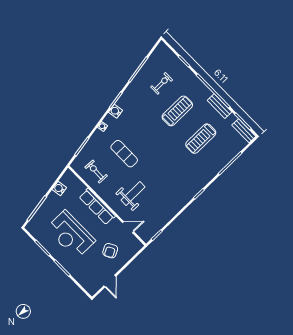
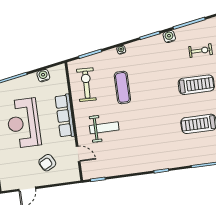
water cooler: (115, 111) -> (169, 37), moved
exercise bike: (96, 171) -> (86, 85), width x1.38, depth x1.39

